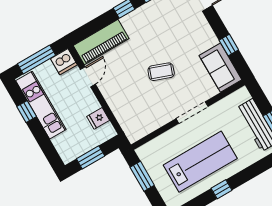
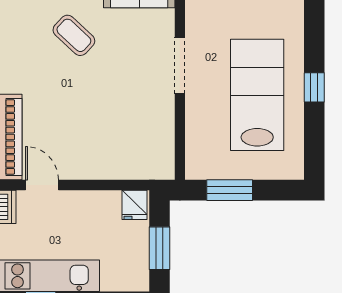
coffee table: (161, 72) -> (74, 35), moved, turned -67
fridge: (98, 118) -> (134, 205), moved

